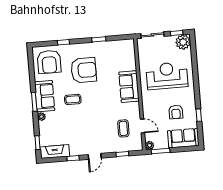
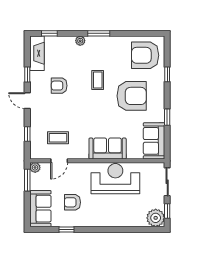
armchair: (84, 70) -> (132, 96), turned -90
reception desk: (167, 76) -> (115, 179), moved, turned -90
sofa: (45, 96) -> (154, 141), moved, turned 90
armchair: (80, 131) -> (59, 86), added

